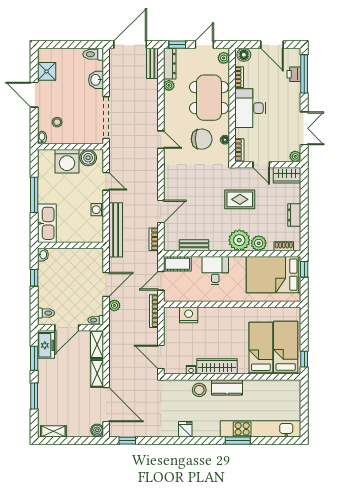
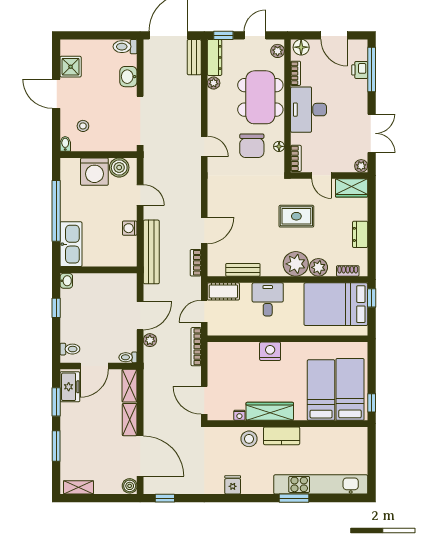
chair: (202, 139) -> (252, 146), turned 91
window: (34, 195) -> (56, 211), width x1.46
nightstand: (189, 315) -> (270, 351), moved

